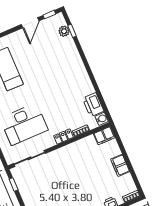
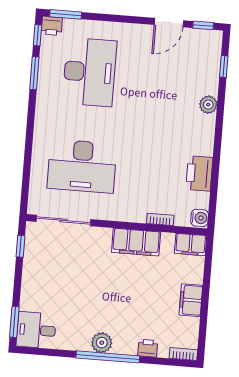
plant: (64, 31) -> (208, 105), moved
printer: (93, 105) -> (199, 173), moved
locker: (64, 136) -> (130, 215), removed
filing cabinet: (74, 150) -> (136, 242), added

